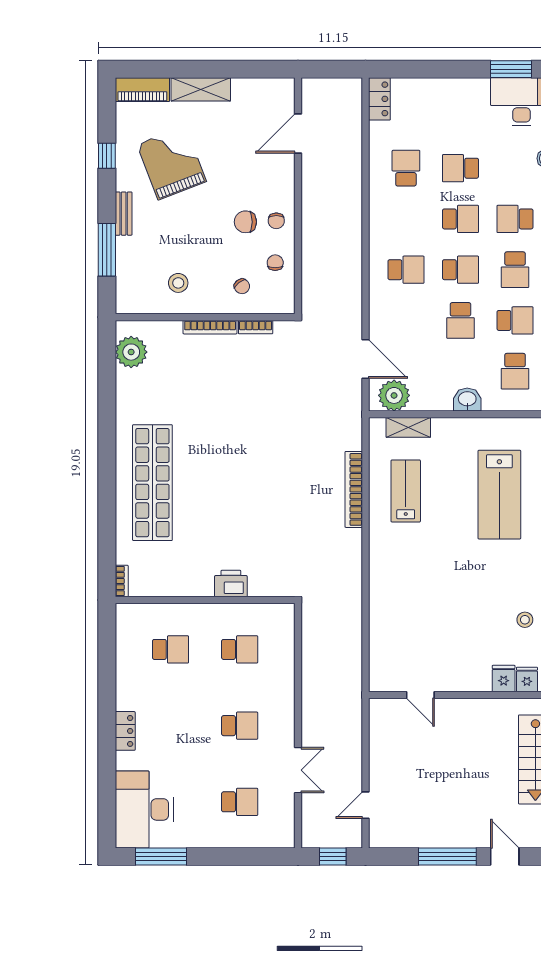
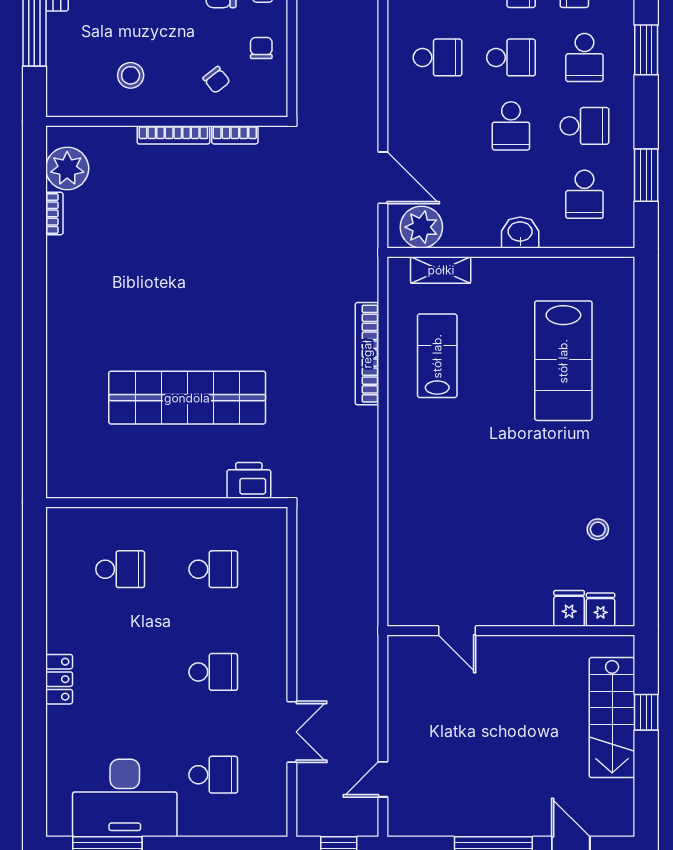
shop shelf: (152, 483) -> (187, 398), moved, turned 90
bookcase: (122, 581) -> (54, 213), moved
printer: (231, 583) -> (249, 480), moved
desk: (144, 809) -> (125, 798), moved, turned -90

